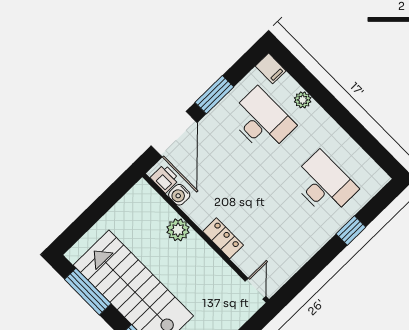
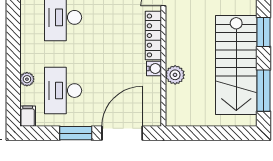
printer: (165, 179) -> (153, 112), removed
water cooler: (179, 195) -> (154, 68), moved
locker: (223, 238) -> (153, 35), width x1.53

